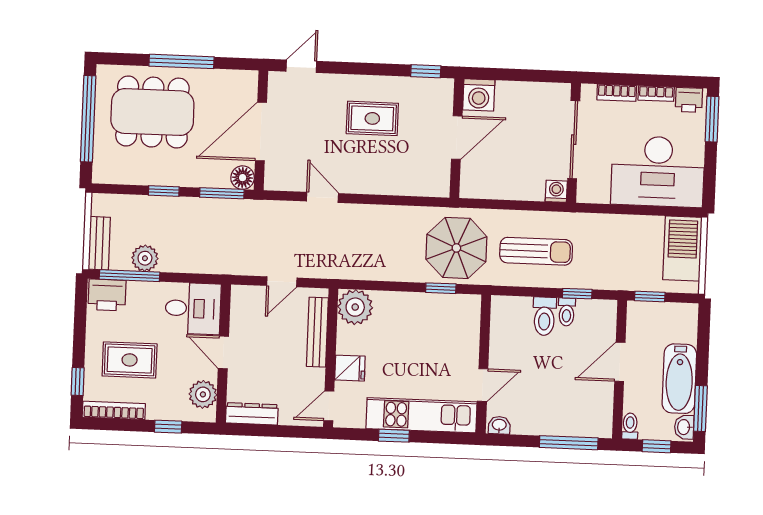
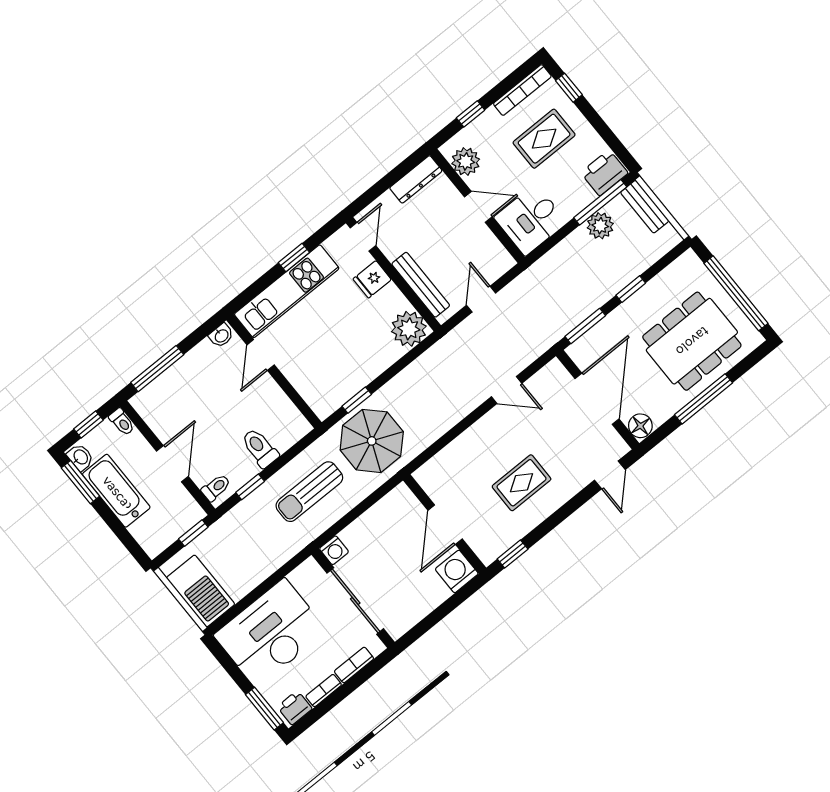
floor lamp: (243, 178) -> (640, 426), moved
toilet: (567, 312) -> (216, 488), moved, turned 90

